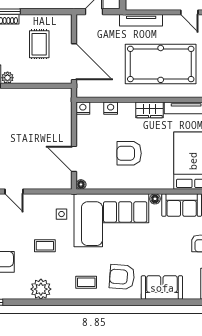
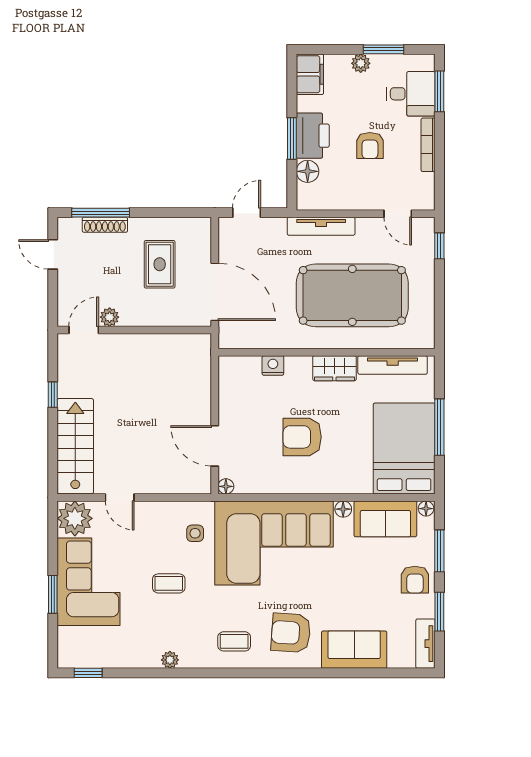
nightstand: (83, 108) -> (229, 366), removed
plant: (41, 289) -> (170, 660), width x0.53, depth x0.53

